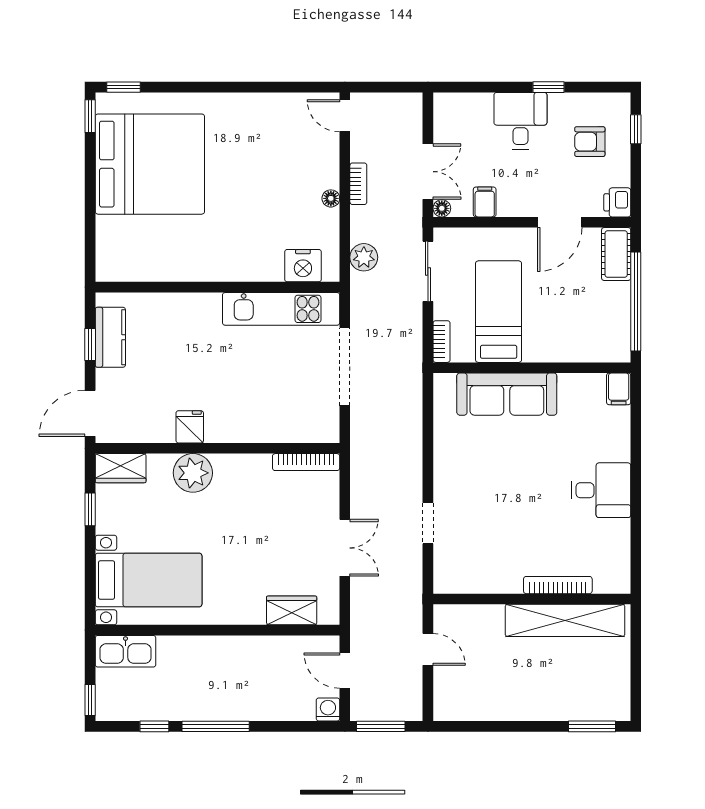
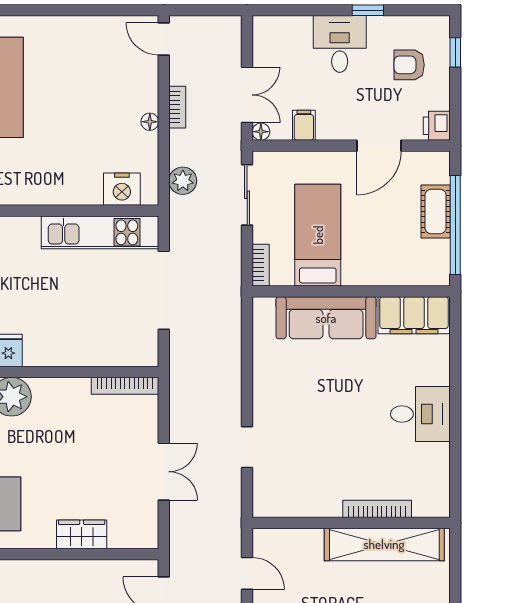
cot: (616, 254) -> (436, 212), moved
filing cabinet: (619, 389) -> (414, 315), width x3.00, depth x1.17
wardrobe: (292, 610) -> (82, 534), moved

